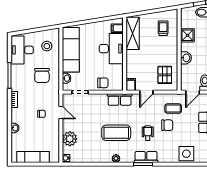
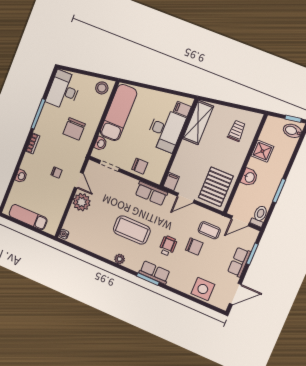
stool: (47, 46) -> (102, 88), moved
pallet: (165, 75) -> (216, 187), width x1.50, depth x1.42
plant: (70, 139) -> (82, 202), moved

